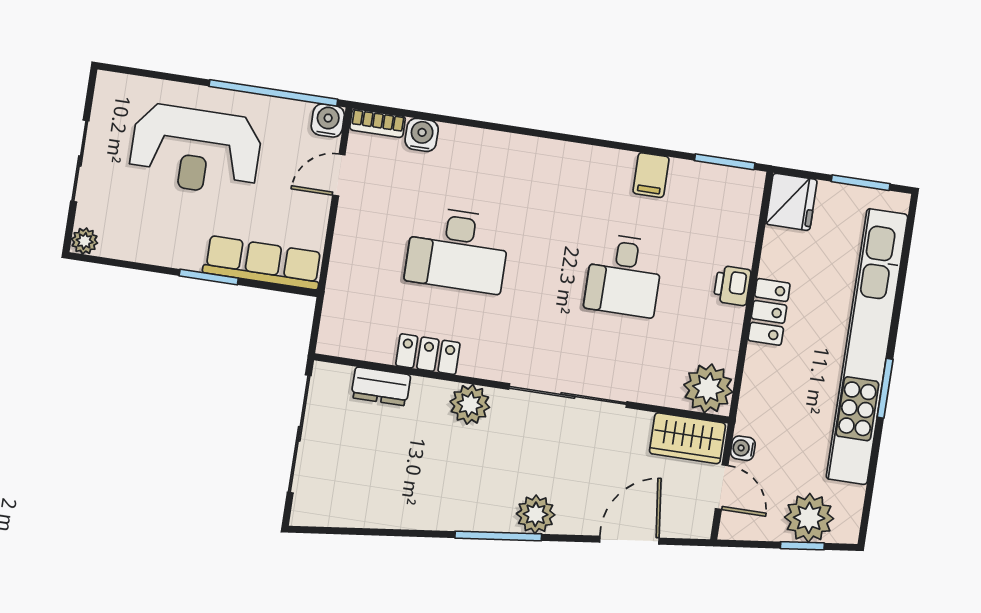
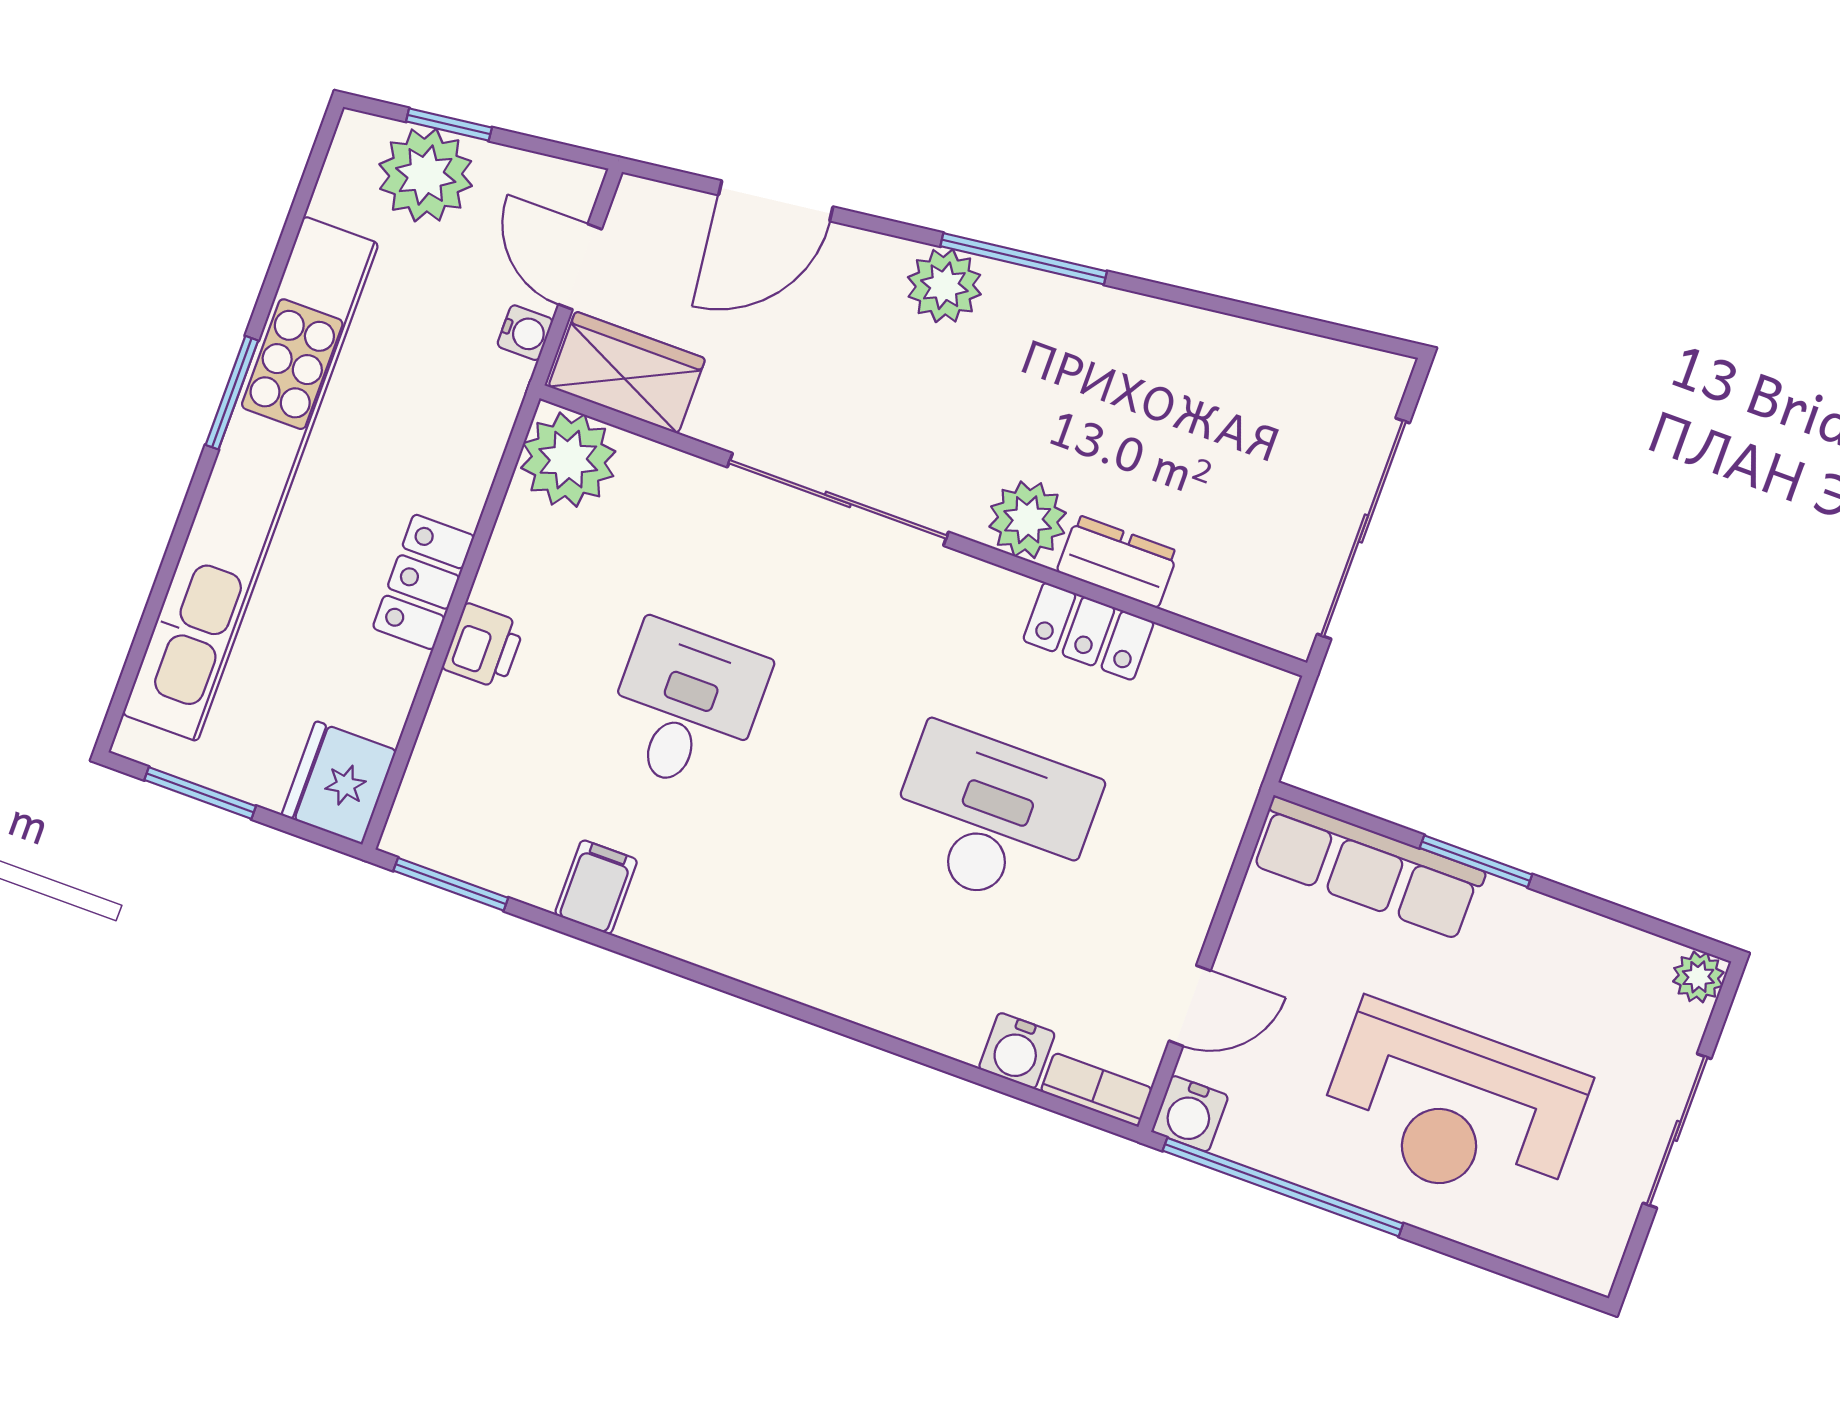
reception desk: (195, 150) -> (1453, 1108), turned 180
dresser: (381, 386) -> (1118, 561), moved

